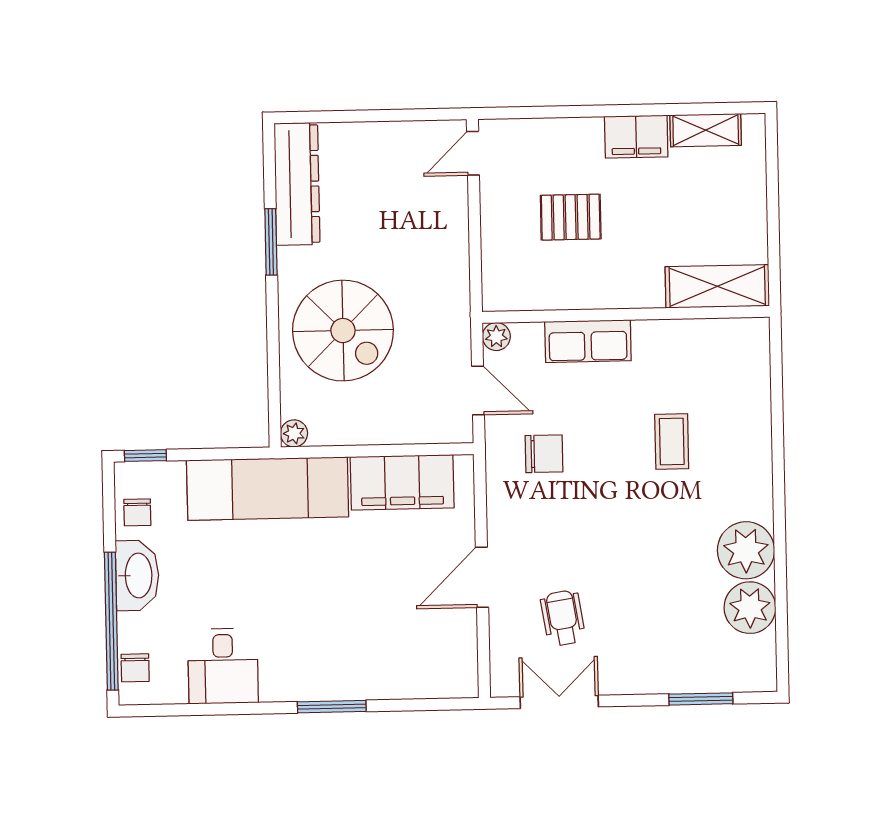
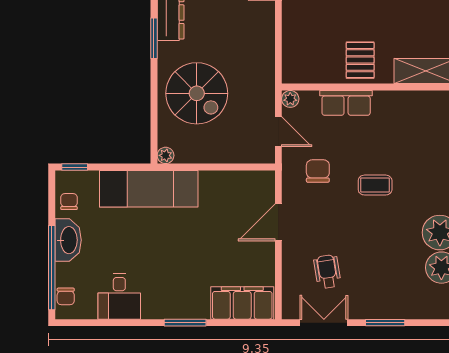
pallet: (571, 217) -> (360, 60), moved, turned 90
coffee table: (672, 441) -> (375, 185), moved, turned 90
chair: (544, 454) -> (318, 171), turned -90
filing cabinet: (402, 482) -> (242, 303), moved, turned 180
chair: (137, 512) -> (69, 202), turned 180
door: (482, 577) -> (278, 222), moved
window: (701, 699) -> (385, 323), moved

